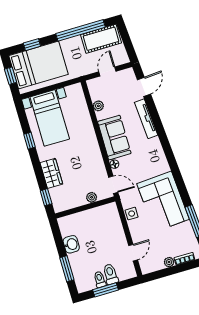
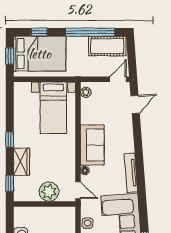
door: (107, 72) -> (118, 79), moved
plant: (98, 106) -> (86, 92), moved
bed with nightstands: (50, 118) -> (53, 108), moved
tv unit: (146, 119) -> (131, 173), moved
window: (29, 141) -> (10, 139), moved
plant: (92, 197) -> (49, 192), width x1.88, depth x1.88

